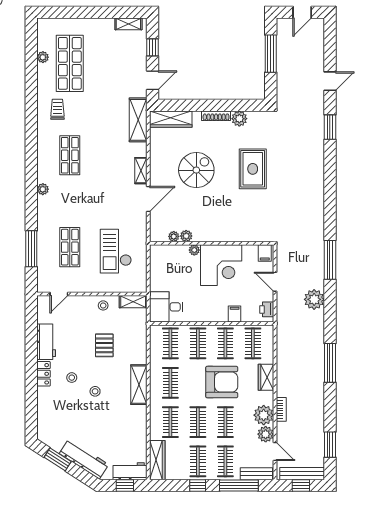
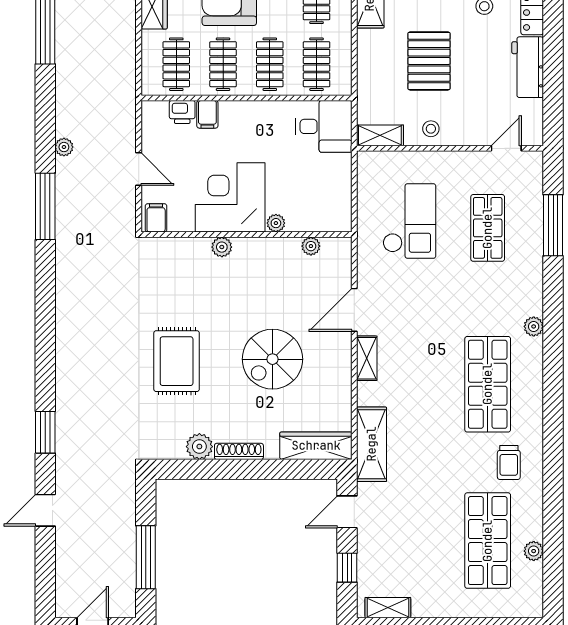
shop shelf: (70, 155) -> (488, 384), width x1.43, depth x1.36
plant: (186, 236) -> (222, 247), moved
plant: (314, 299) -> (64, 147), width x0.53, depth x0.53
printer: (267, 309) -> (182, 112), moved, turned 90
pallet: (104, 345) -> (429, 61), width x1.50, depth x1.42

